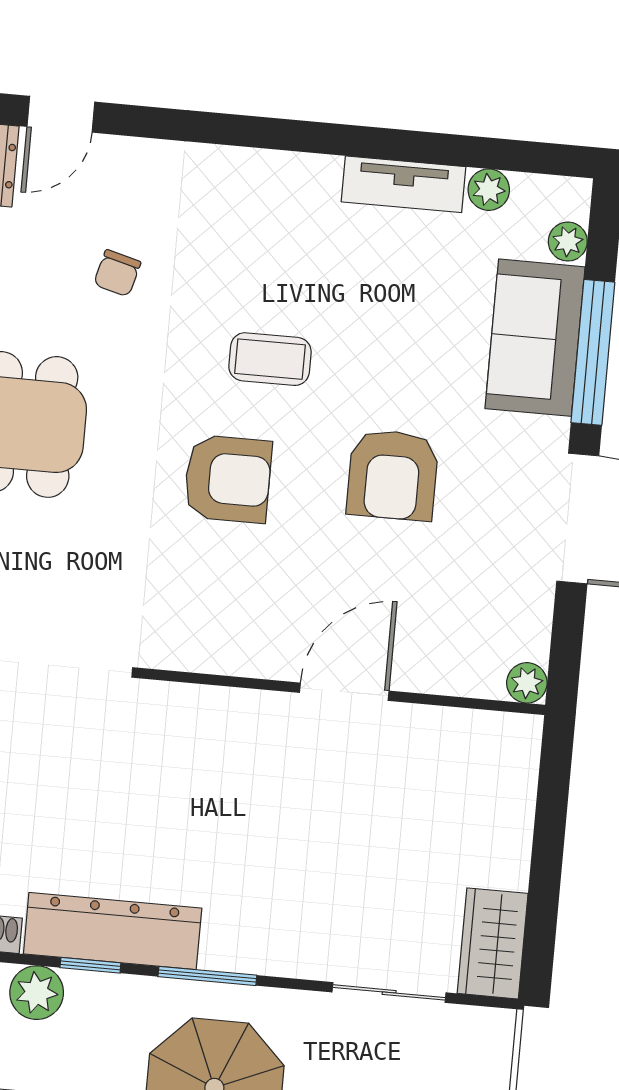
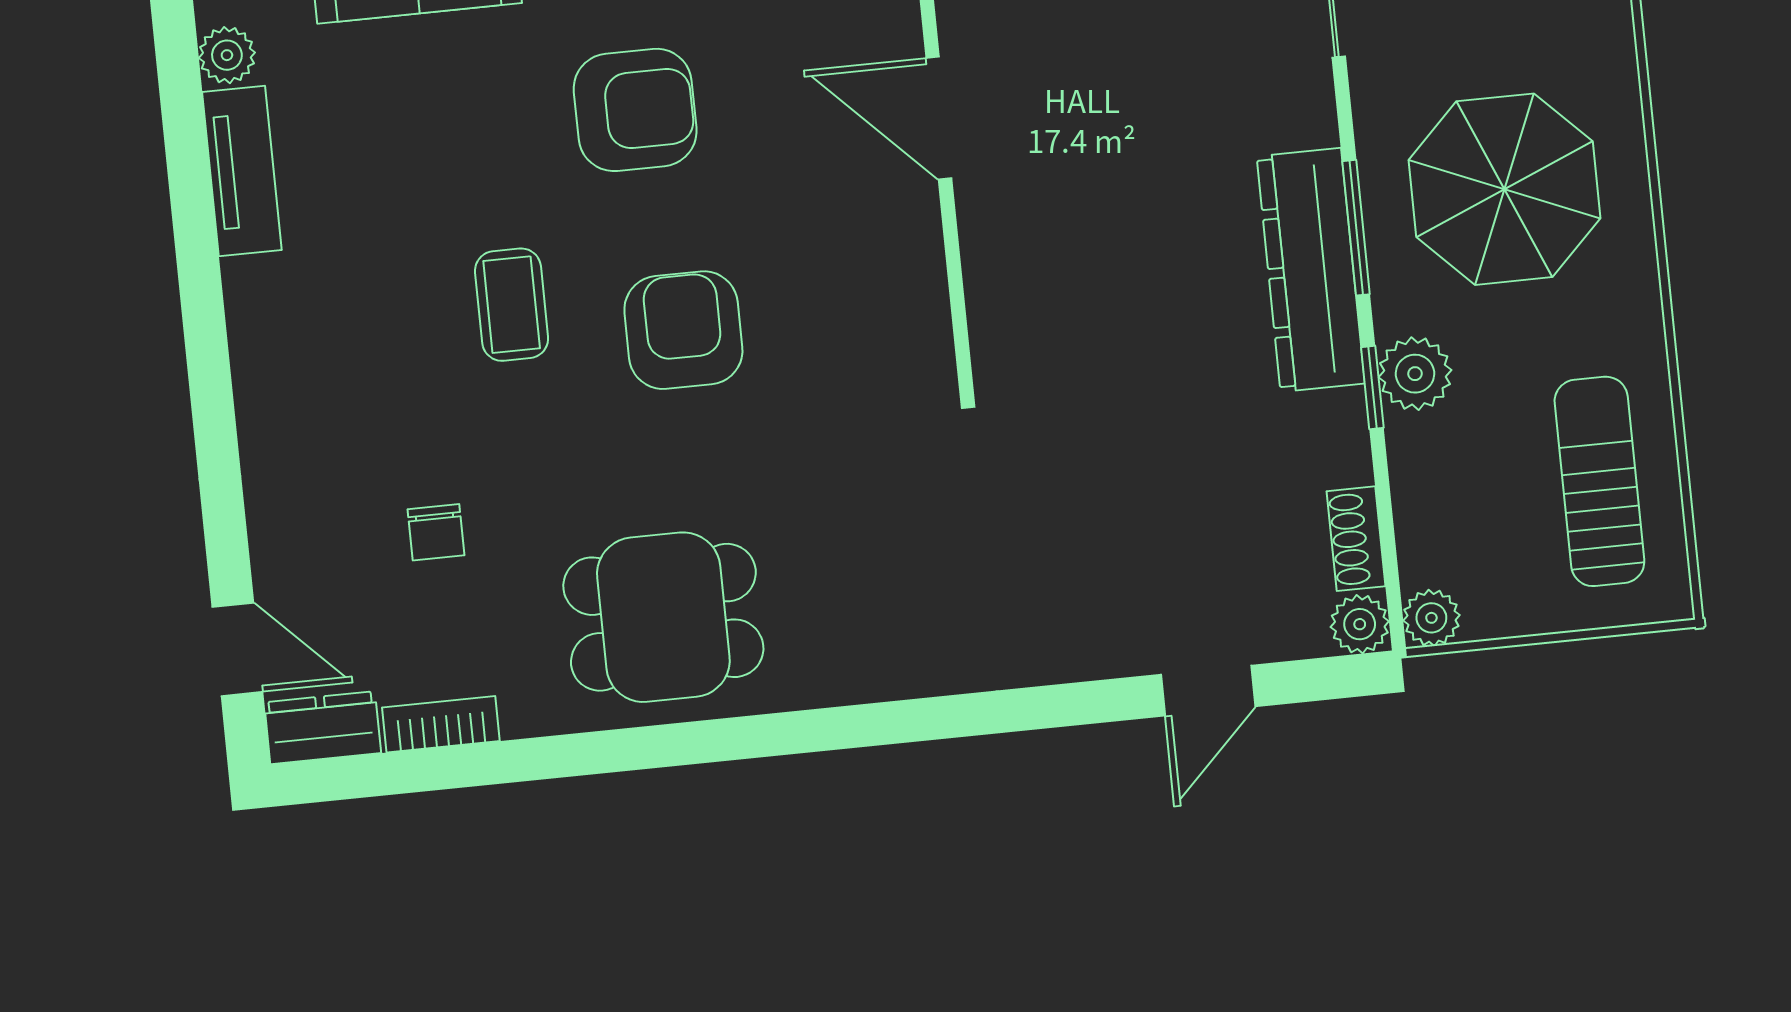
chair: (117, 273) -> (436, 532), turned 75
dresser: (113, 931) -> (1311, 270), moved
plant: (37, 993) -> (1415, 374), moved

